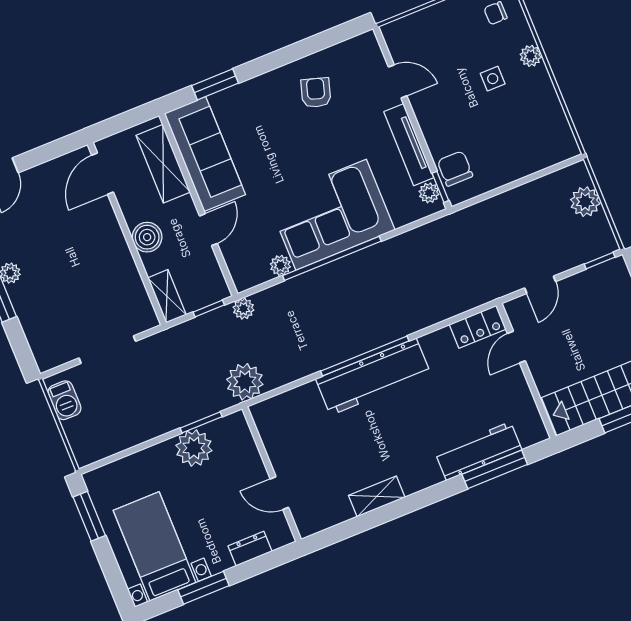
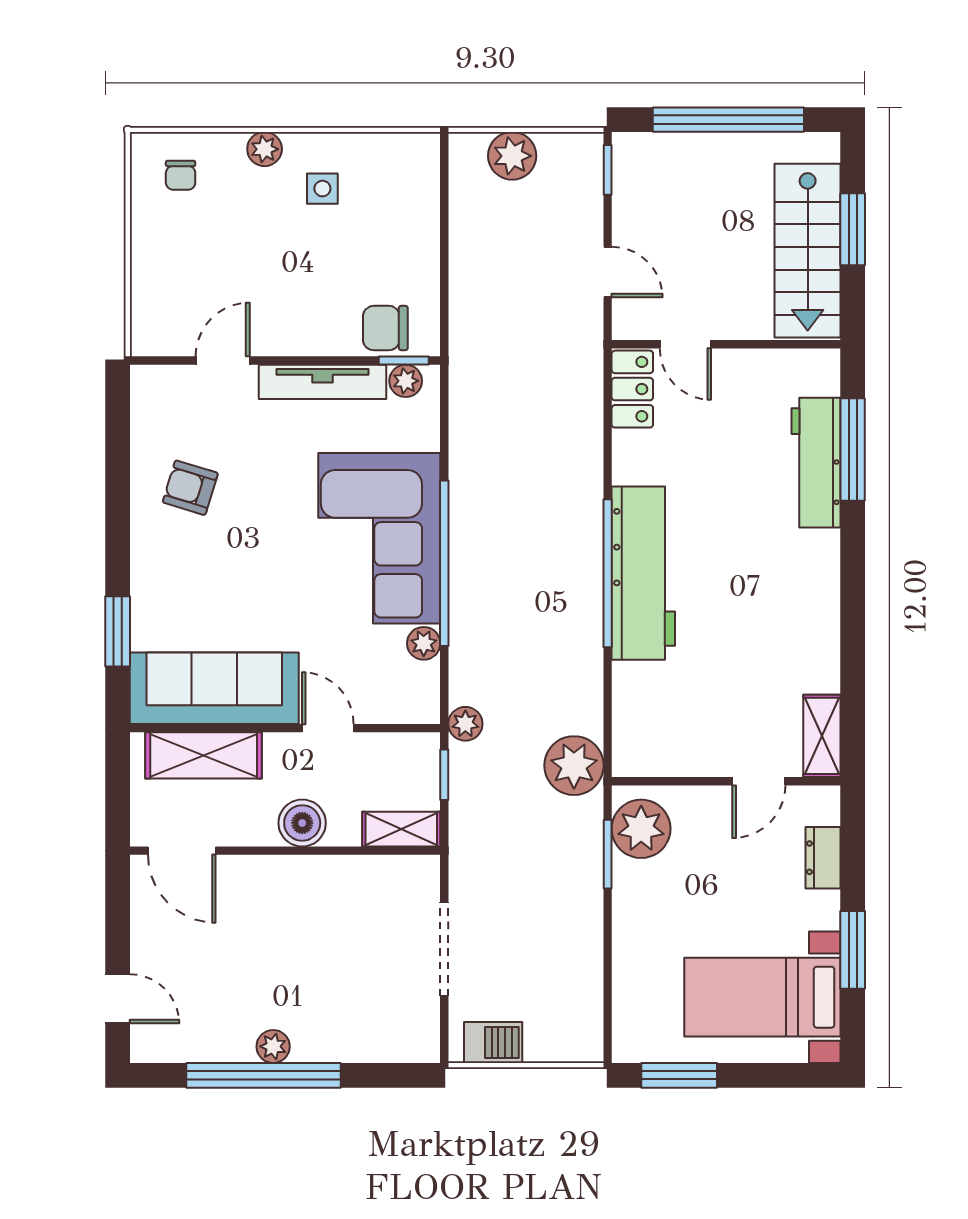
side table: (493, 79) -> (322, 189), moved
plant: (194, 448) -> (641, 829), moved
shelving: (377, 496) -> (822, 736), moved

